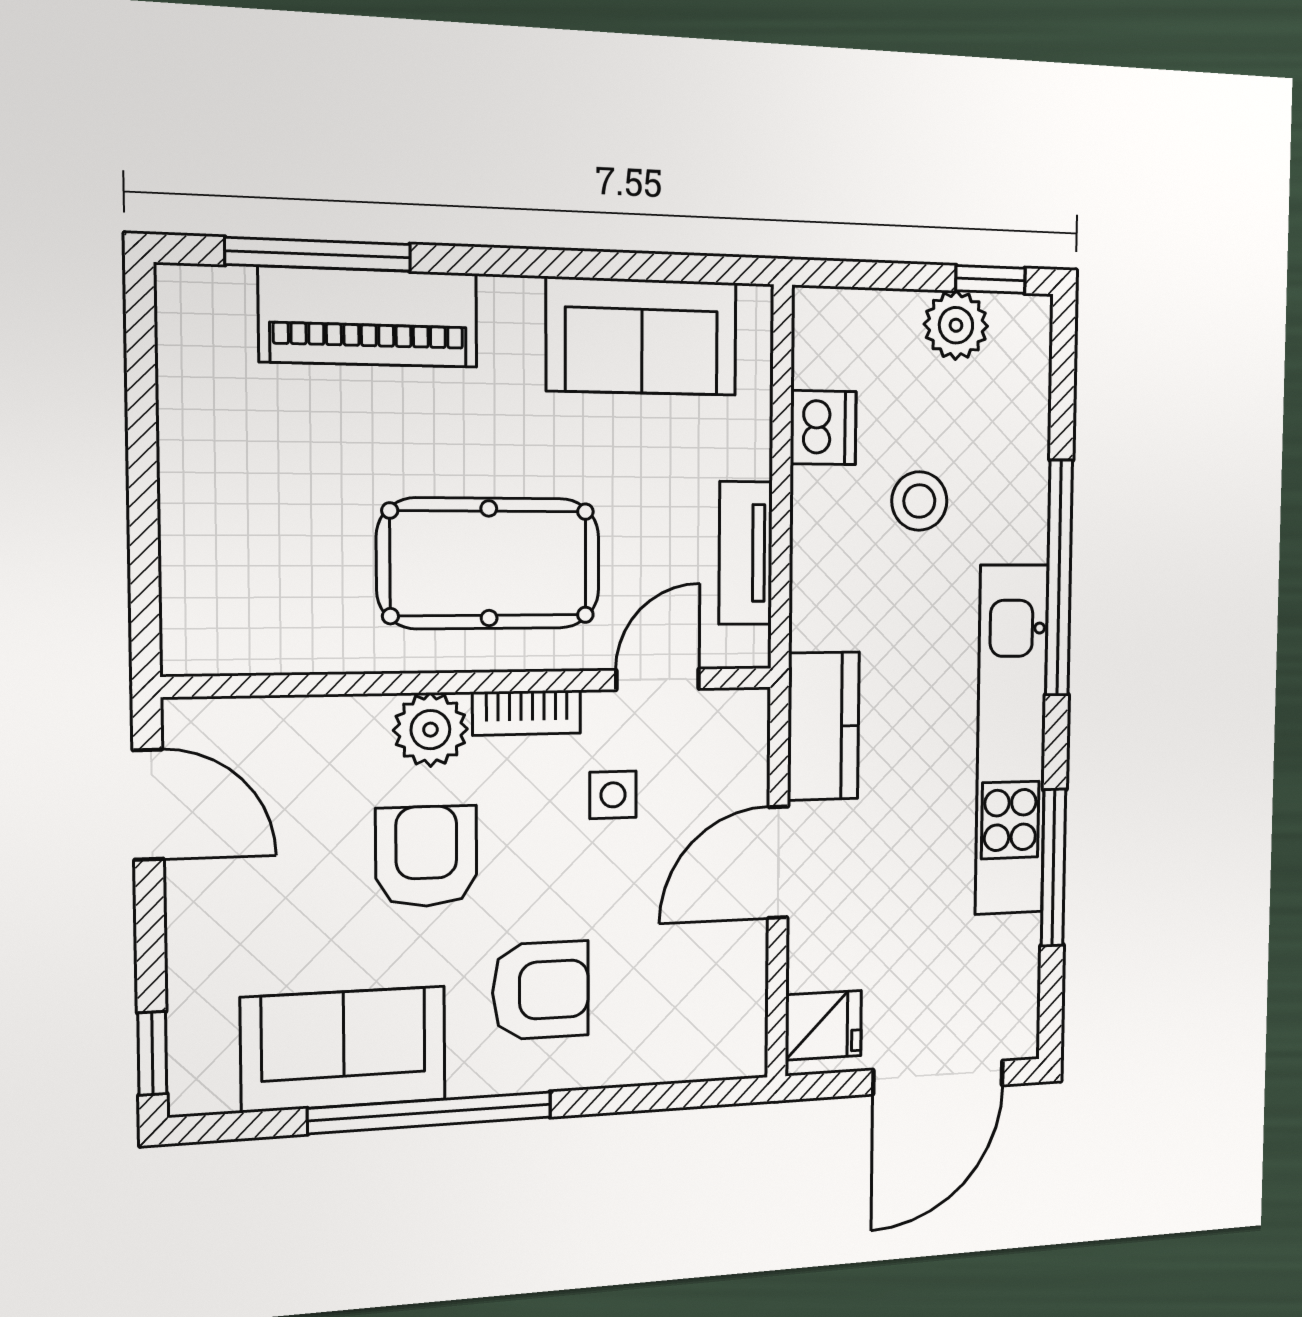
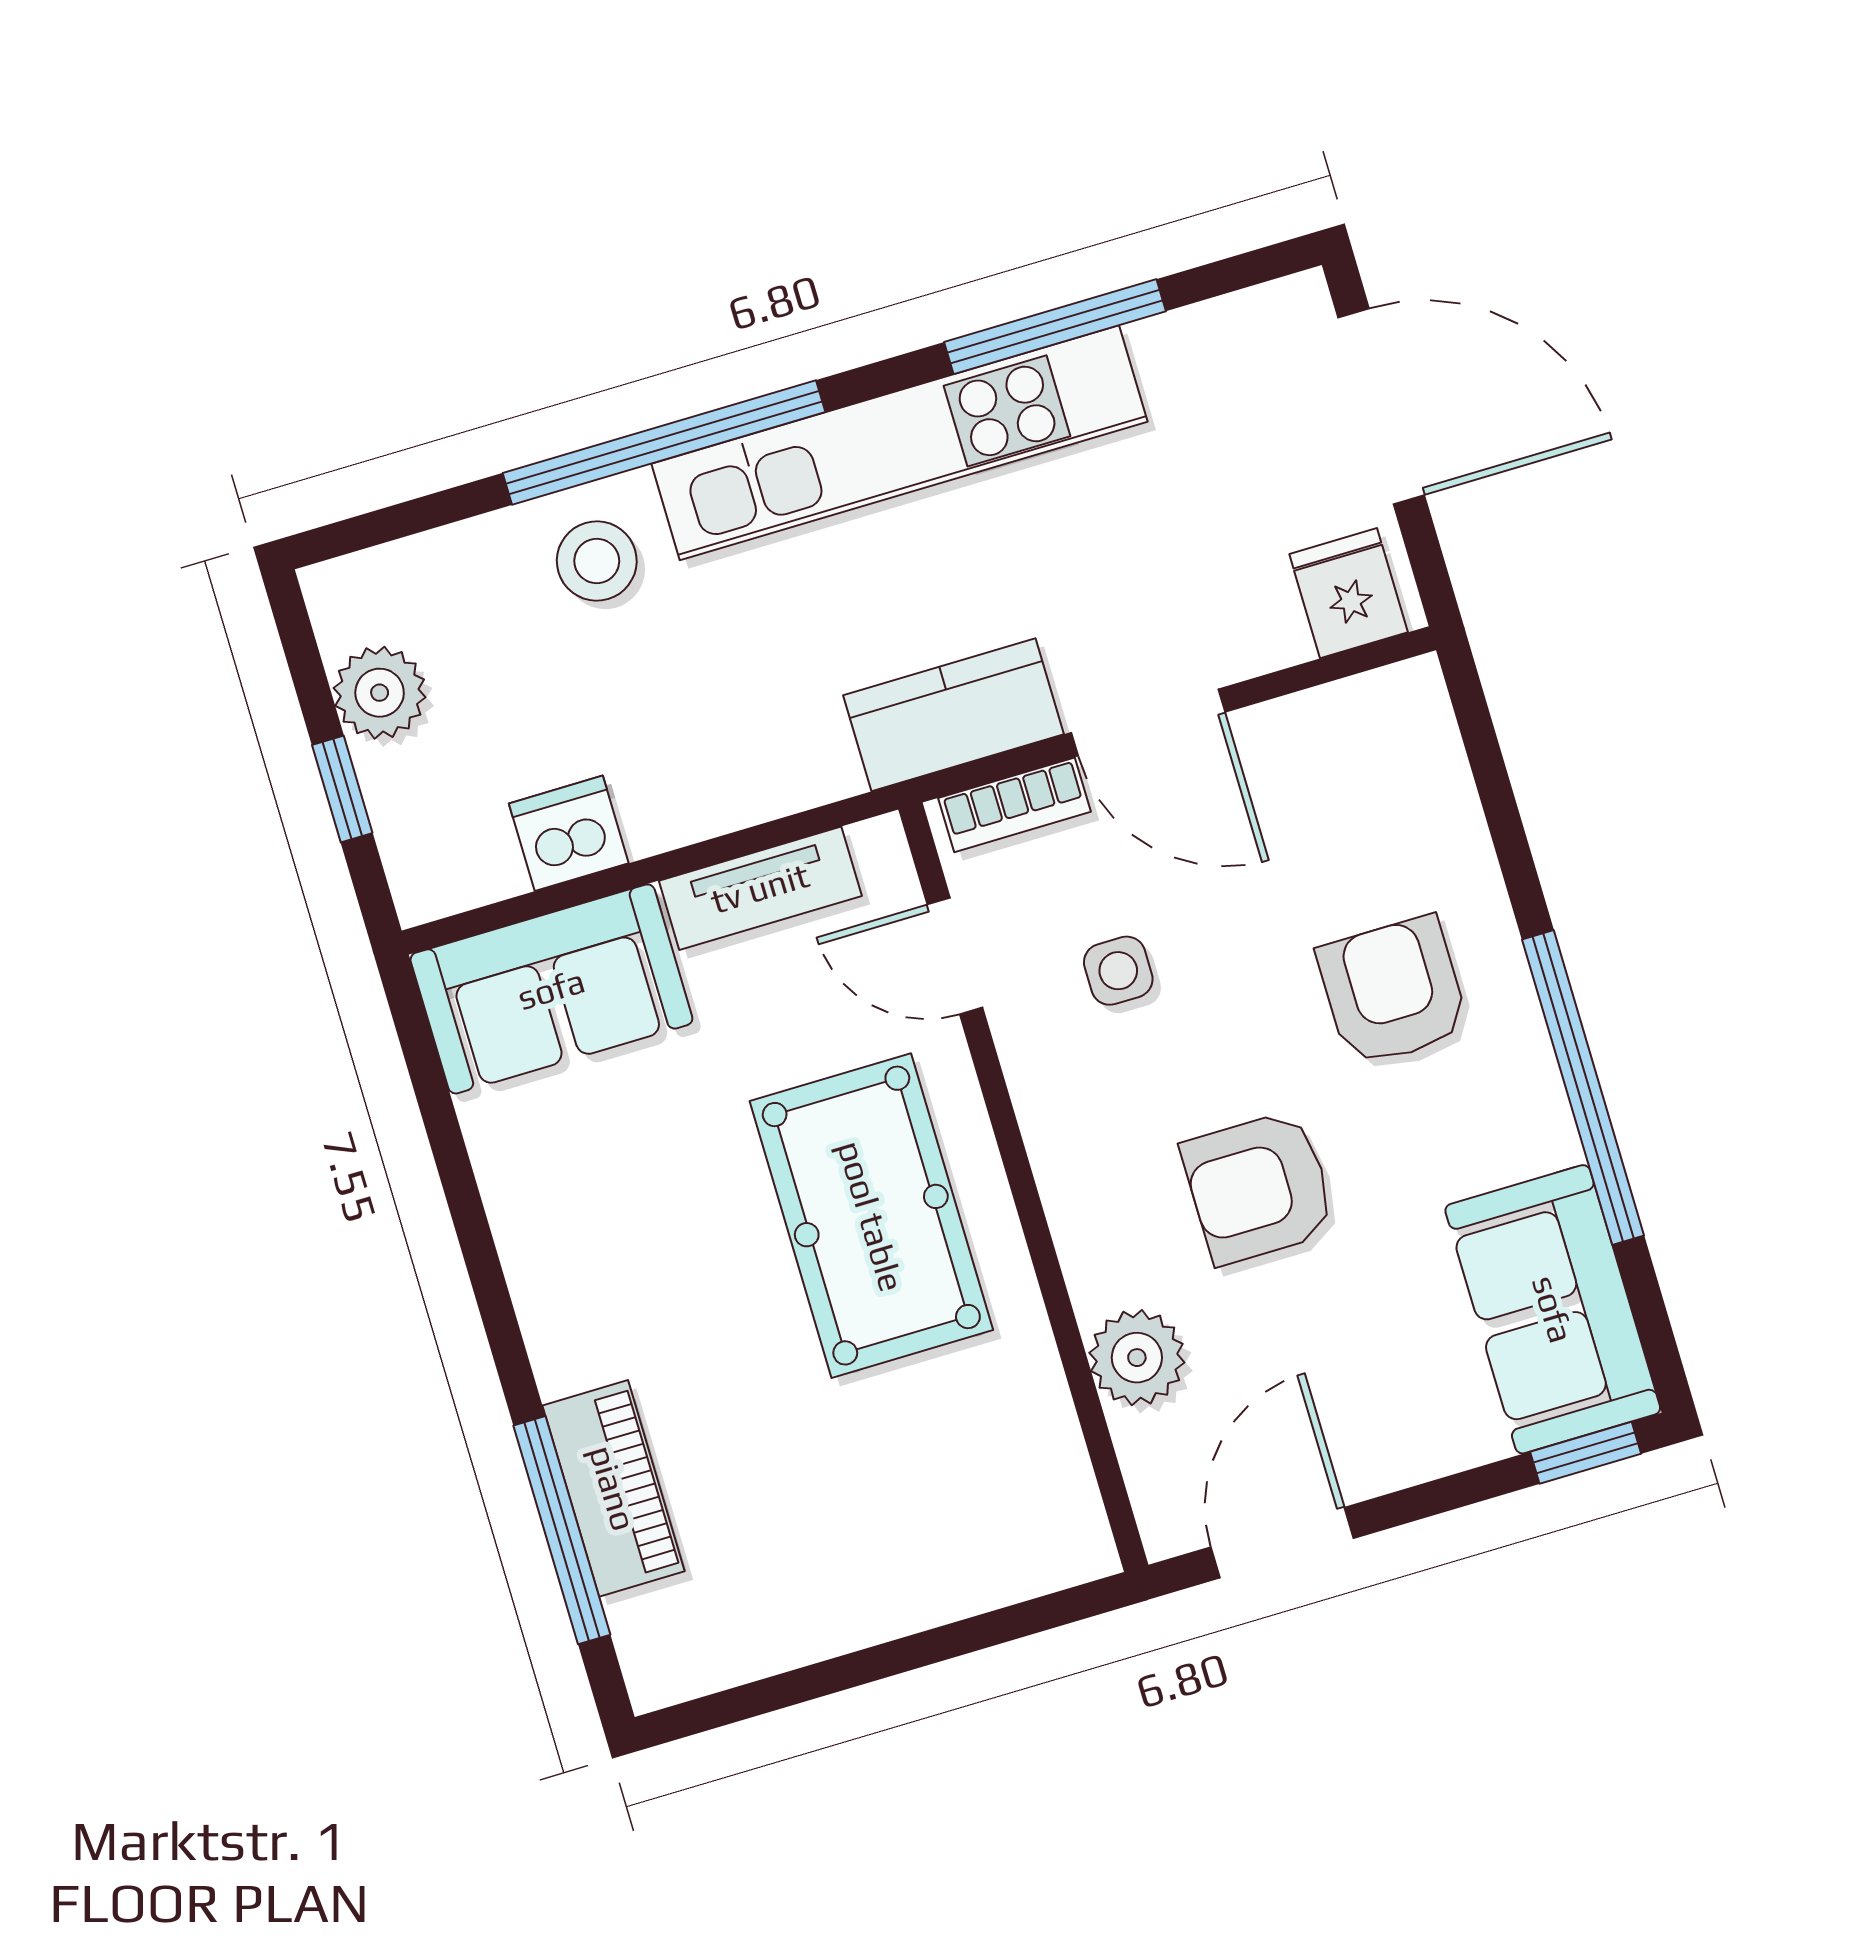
window: (990, 280) -> (342, 789), moved
piano: (369, 317) -> (613, 1488), width x0.73, depth x0.75
sofa: (642, 336) -> (551, 989), moved, turned 90
stool: (919, 501) -> (597, 561), moved
bookcase: (527, 713) -> (1014, 805), moved, turned 90
plant: (430, 730) -> (1137, 1358), moved
sofa: (344, 1049) -> (1553, 1309), moved

